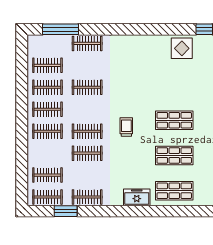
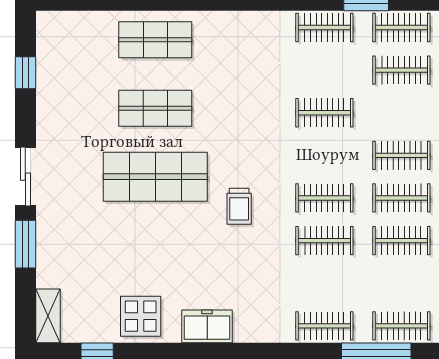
clothes rail: (47, 65) -> (401, 326), moved
shop shelf: (174, 120) -> (155, 177), width x1.43, depth x1.36
trolley: (126, 127) -> (239, 206), moved
clothes rail: (87, 131) -> (324, 198), moved
freezer: (137, 197) -> (207, 326), moved, turned 180

